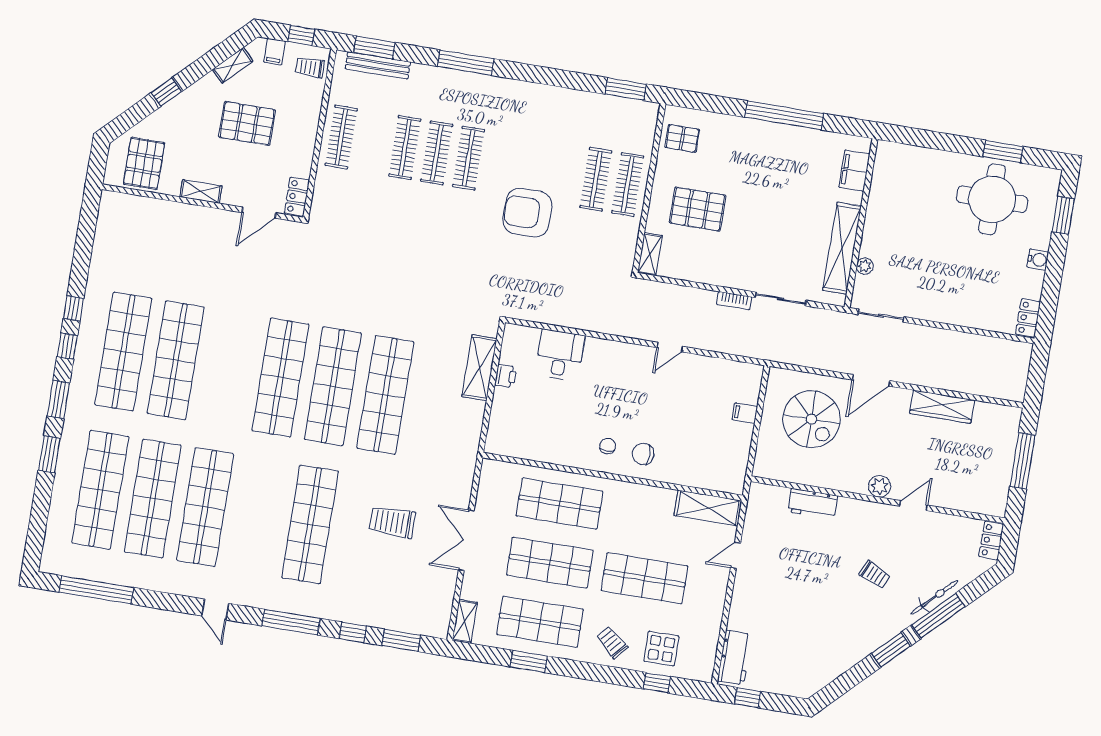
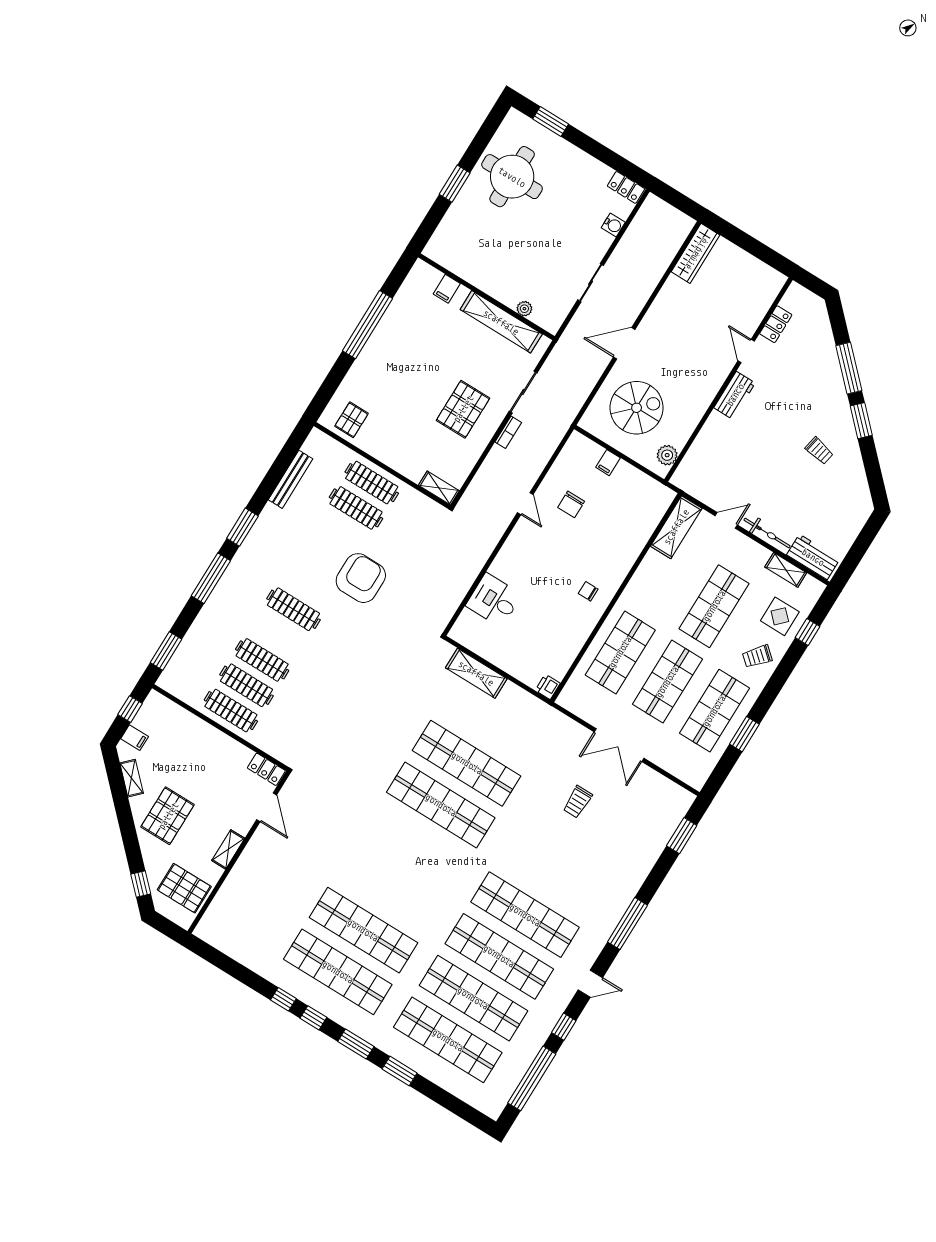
bench: (378, 65) -> (291, 479), moved
trolley: (310, 67) -> (160, 713), removed
window: (626, 89) -> (242, 527), moved
window: (166, 92) -> (141, 884), moved
pallet: (247, 123) -> (168, 816), moved
window: (1003, 152) -> (455, 184), moved
clothes rail: (437, 153) -> (247, 685), moved
filing cabinet: (854, 171) -> (447, 289), width x0.50
pallet: (698, 209) -> (463, 409), moved
armchair: (527, 213) -> (361, 578), turned 180
water cooler: (1038, 260) -> (613, 225), moved, turned 90
sliding door: (881, 316) -> (591, 283), moved
printer: (506, 376) -> (548, 687), moved, turned -90
shop shelf: (280, 378) -> (415, 847), removed
door: (871, 380) -> (624, 343), swing flipped
wardrobe: (942, 407) -> (695, 253), moved
chair: (643, 454) -> (571, 504), moved
window: (1023, 461) -> (746, 242), removed
plant: (880, 486) -> (667, 455), moved
workbench: (813, 504) -> (735, 395), moved
trolley: (392, 522) -> (578, 802), width x0.73, depth x0.72
shop shelf: (310, 524) -> (525, 915), moved
locker: (991, 540) -> (776, 324), moved, turned -90
door: (735, 555) -> (726, 520), swing flipped
trolley: (875, 575) -> (819, 451), moved, turned 77
bicycle: (934, 597) -> (767, 533), moved, turned 135
shelving: (465, 621) -> (786, 570), moved
window: (353, 632) -> (564, 1027), moved
window: (748, 698) -> (852, 560), removed

